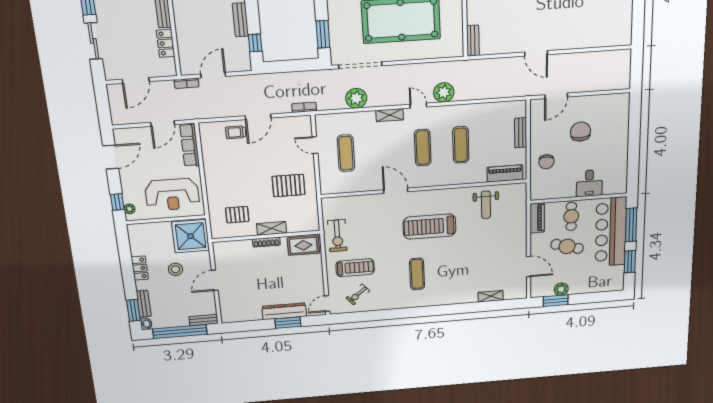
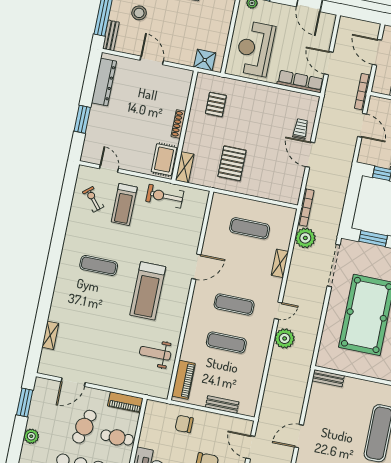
bookcase: (186, 83) -> (363, 92), width x1.56
plant: (356, 98) -> (305, 238), moved
bookcase: (304, 107) -> (306, 208), width x1.56
shelving: (390, 115) -> (280, 263), moved
door: (315, 145) -> (266, 201), removed
treadmill: (430, 227) -> (148, 291), turned 180
shelving: (272, 228) -> (185, 167), moved
shower: (191, 236) -> (205, 60), width x0.54, depth x0.54
stool: (176, 269) -> (139, 13), moved
plant: (561, 289) -> (31, 436), moved
door: (327, 304) -> (109, 169), moved
dresser: (284, 311) -> (104, 82), moved

